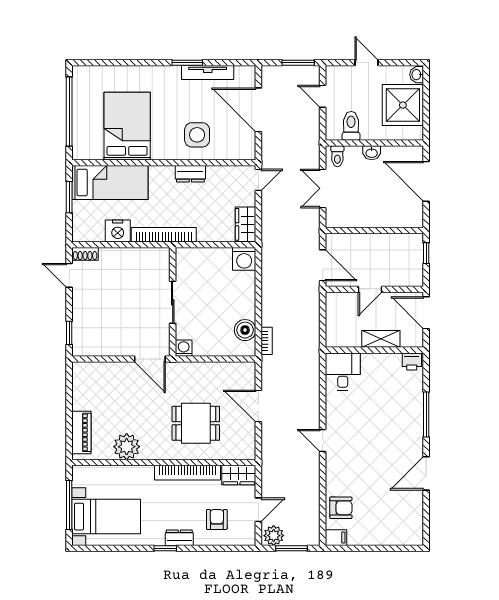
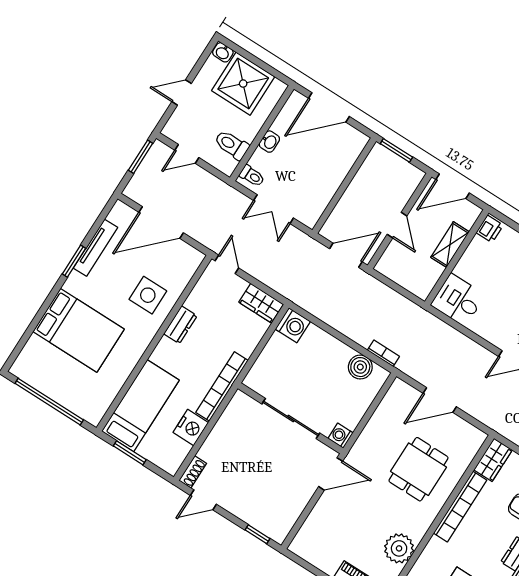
bed: (127, 126) -> (79, 330), moved, turned 180
window: (426, 253) -> (396, 150), width x1.50
sliding door: (173, 302) -> (291, 419), width x1.37

